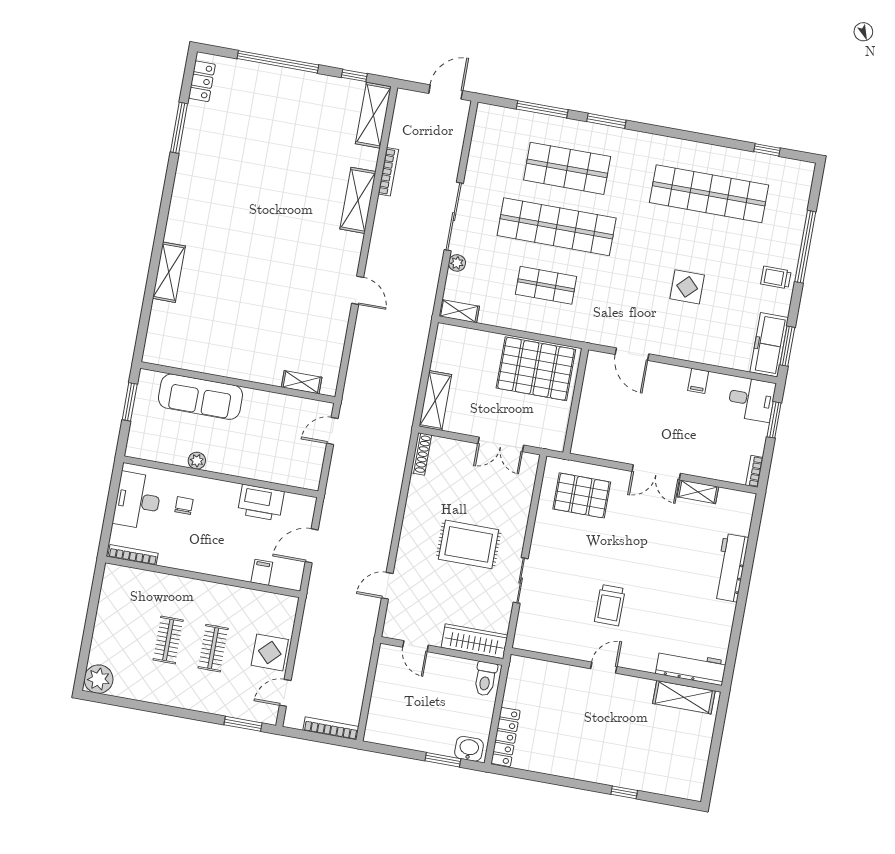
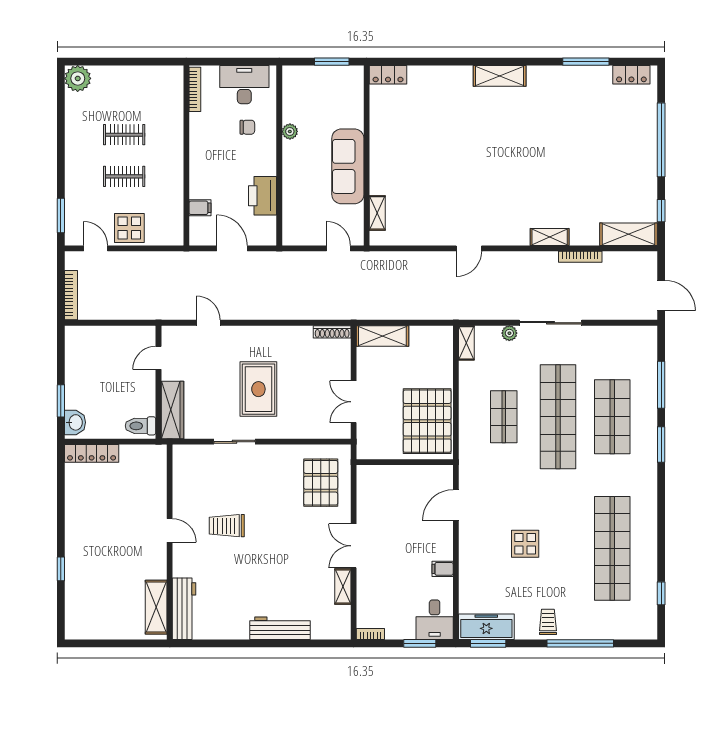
shelving: (358, 200) -> (550, 237), width x0.67, depth x0.75
shelving: (169, 272) -> (500, 76), moved
locker: (155, 344) -> (388, 75), added
sofa: (200, 397) -> (348, 166), moved

